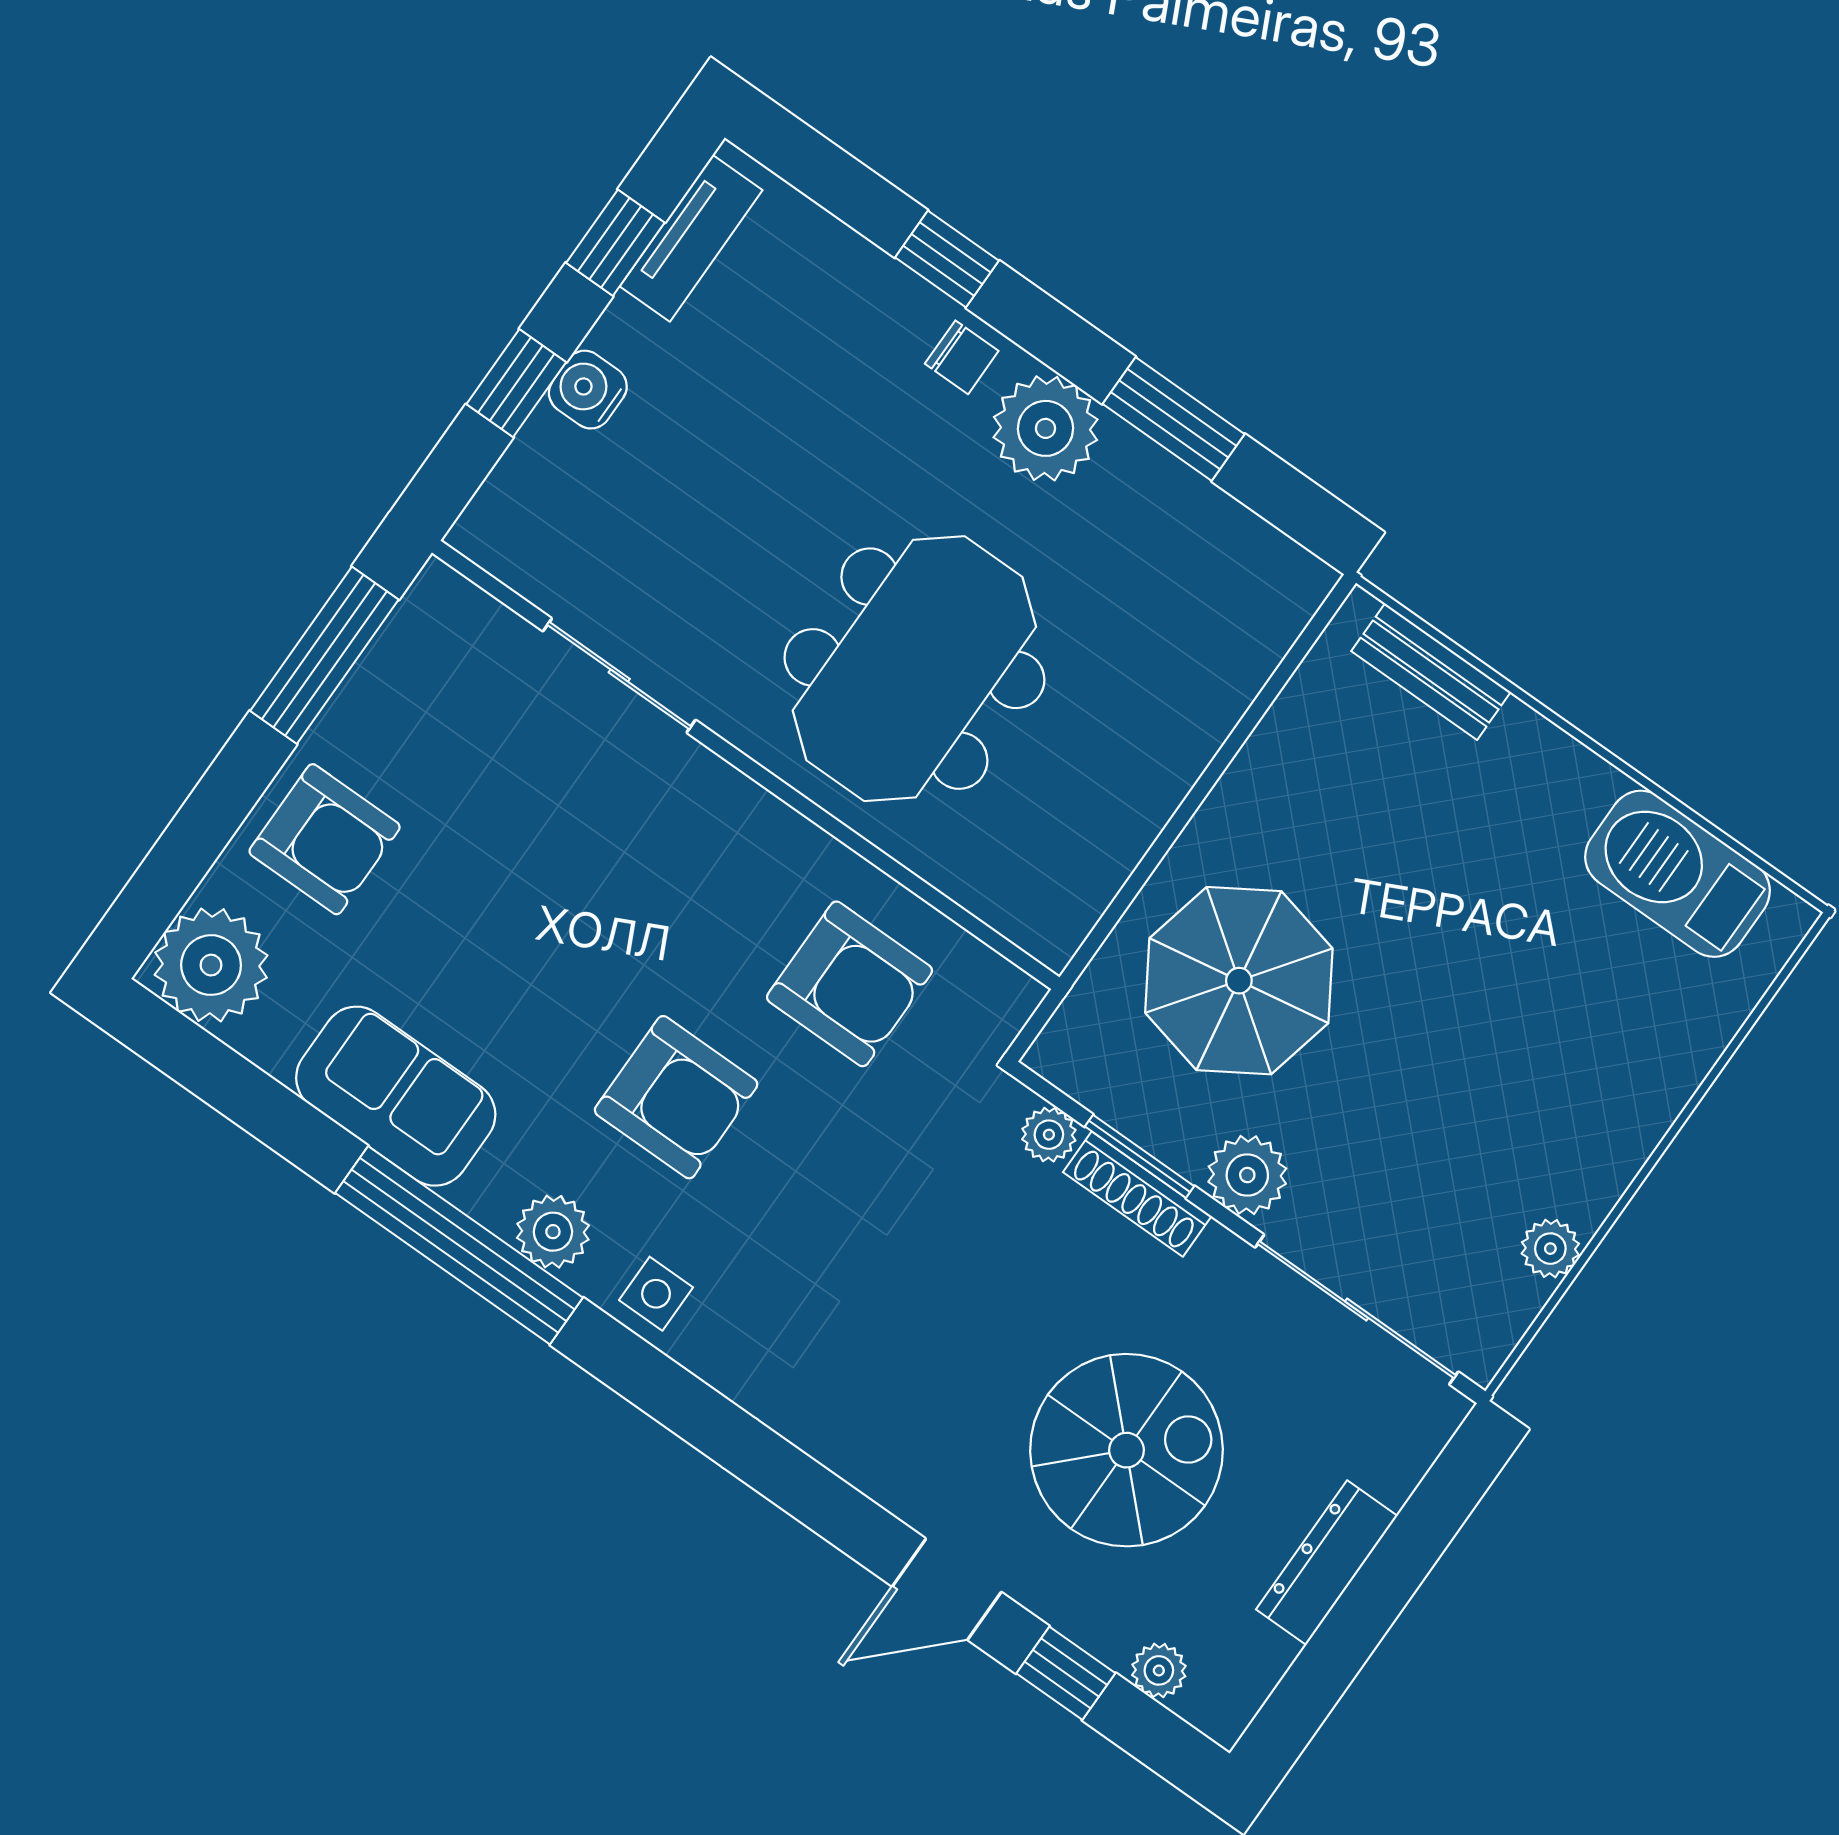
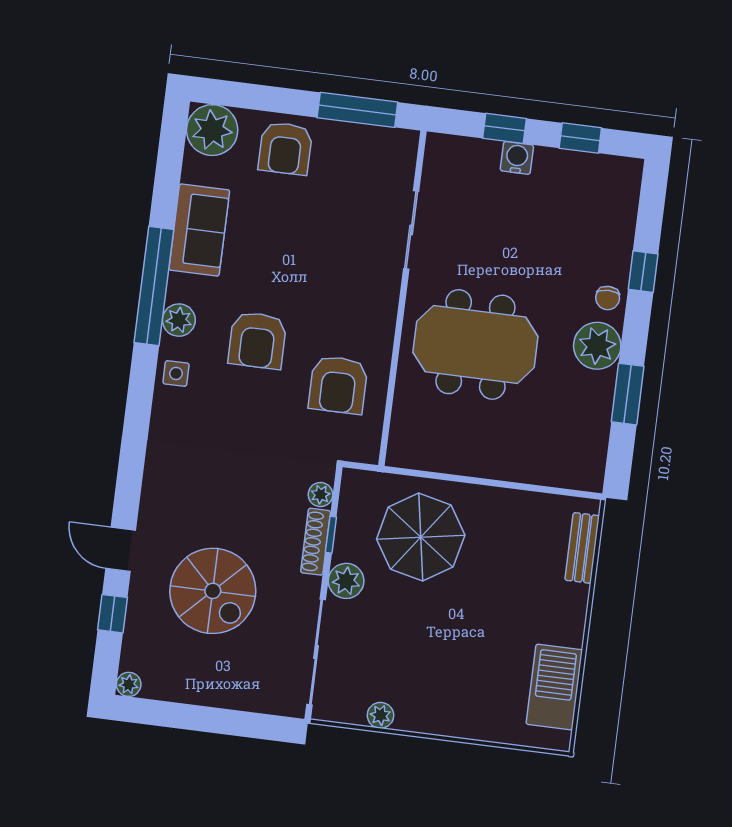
tv unit: (691, 238) -> (598, 167), removed
window: (1139, 1156) -> (331, 535), width x0.67
dresser: (1327, 1563) -> (210, 693), removed
plant: (1159, 1670) -> (129, 684), moved

